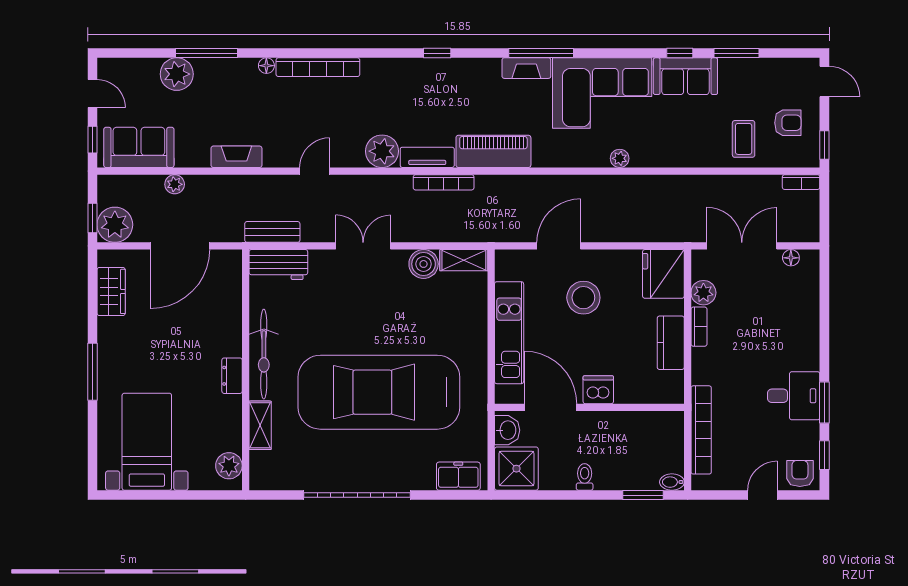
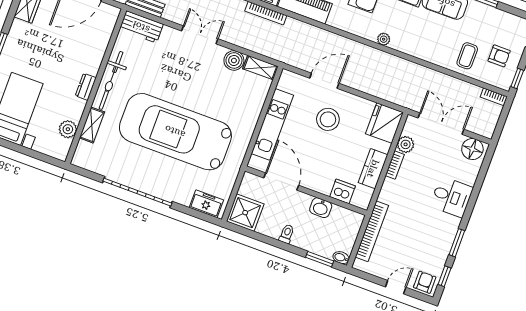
floor lamp: (791, 258) -> (472, 149), width x1.89, depth x1.89
dishwasher: (598, 390) -> (342, 191), moved
desk: (794, 396) -> (452, 197), moved
washbasin: (507, 430) -> (321, 208), moved, turned 90
plant: (229, 466) -> (68, 129), moved

